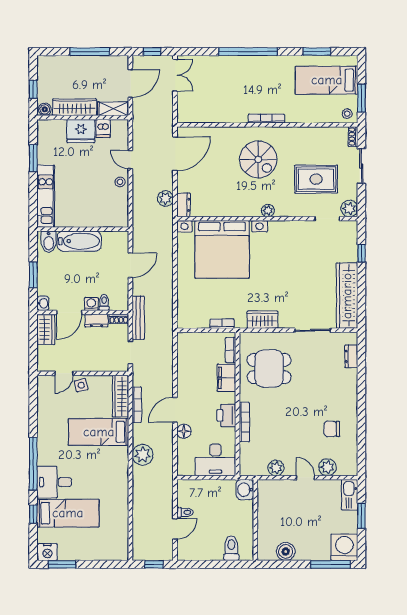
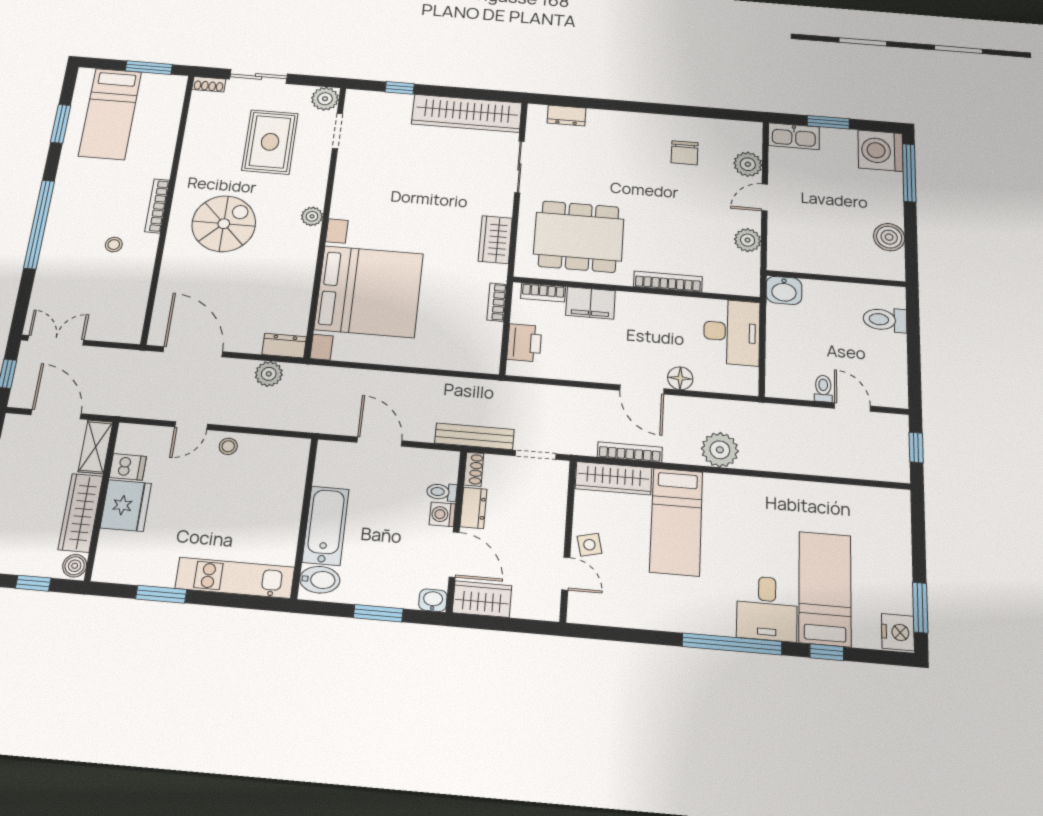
stool: (347, 114) -> (114, 245), moved
dining table: (269, 369) -> (579, 237), width x1.38
printer: (226, 415) -> (524, 343), moved, turned -90

